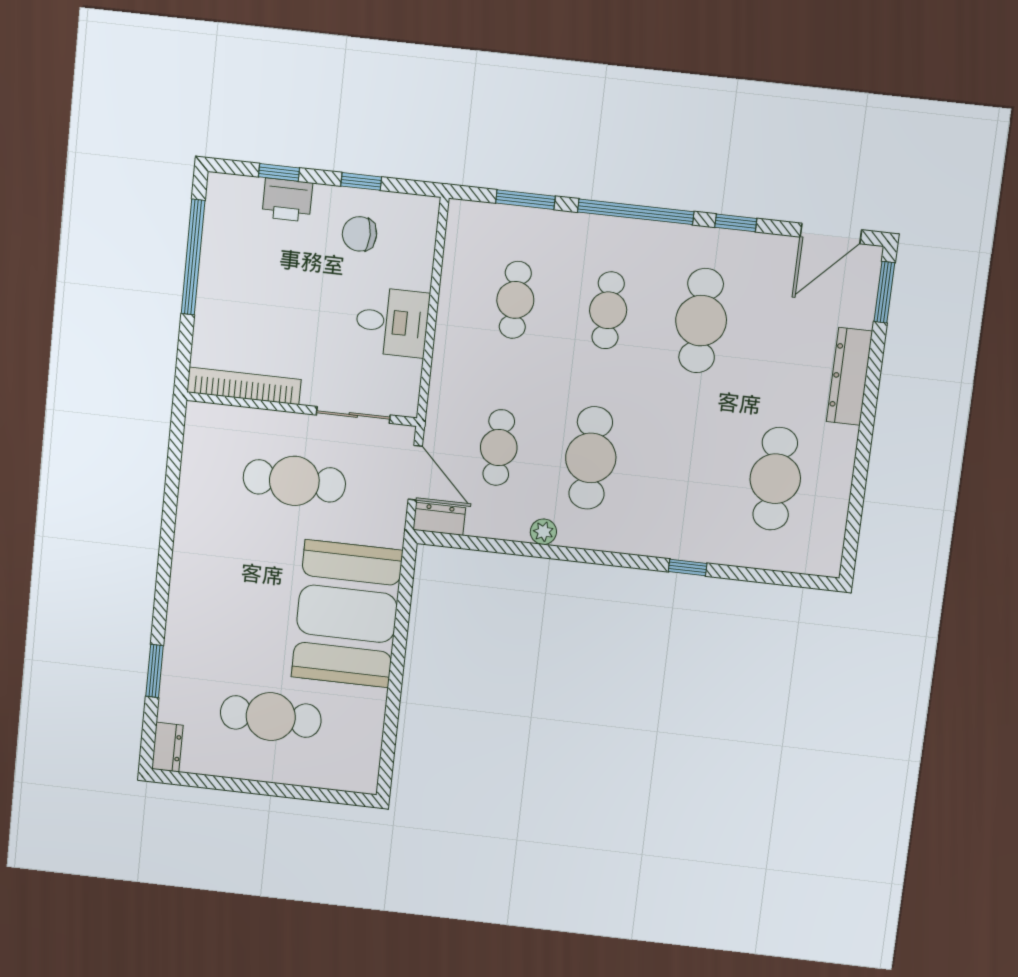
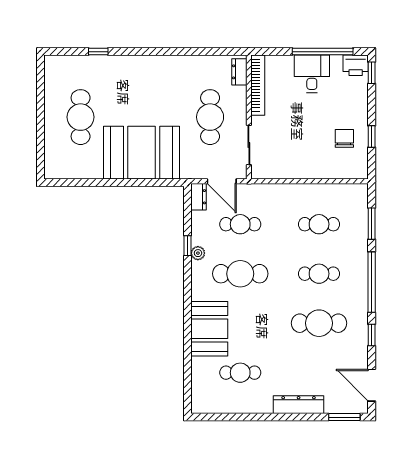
window: (279, 172) -> (372, 73), moved
printer: (287, 200) -> (356, 65), moved, turned -90
desk: (392, 322) -> (312, 74), moved, turned 180
door: (415, 473) -> (222, 181), hinge flipped
cafe table: (775, 479) -> (240, 373), width x0.73, depth x0.74
booth: (686, 527) -> (209, 329), added
window: (688, 567) -> (188, 246), moved
window: (155, 671) -> (98, 52), width x0.67
dresser: (167, 747) -> (239, 72), moved, turned 90

